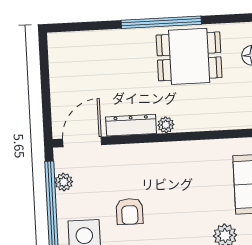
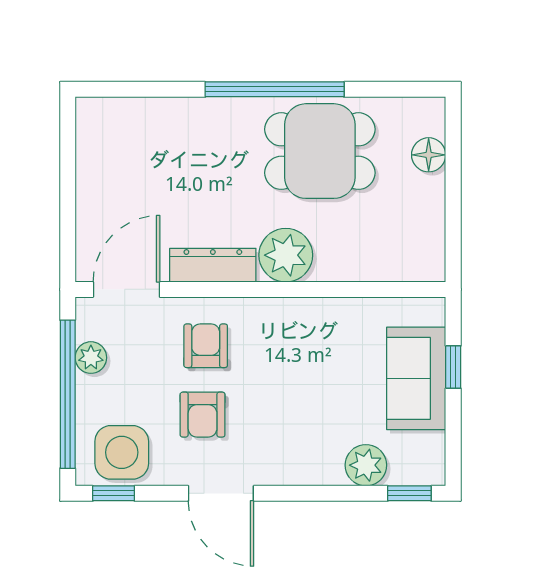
plant: (166, 125) -> (286, 255), width x1.88, depth x1.88
armchair: (129, 172) -> (206, 346), added

